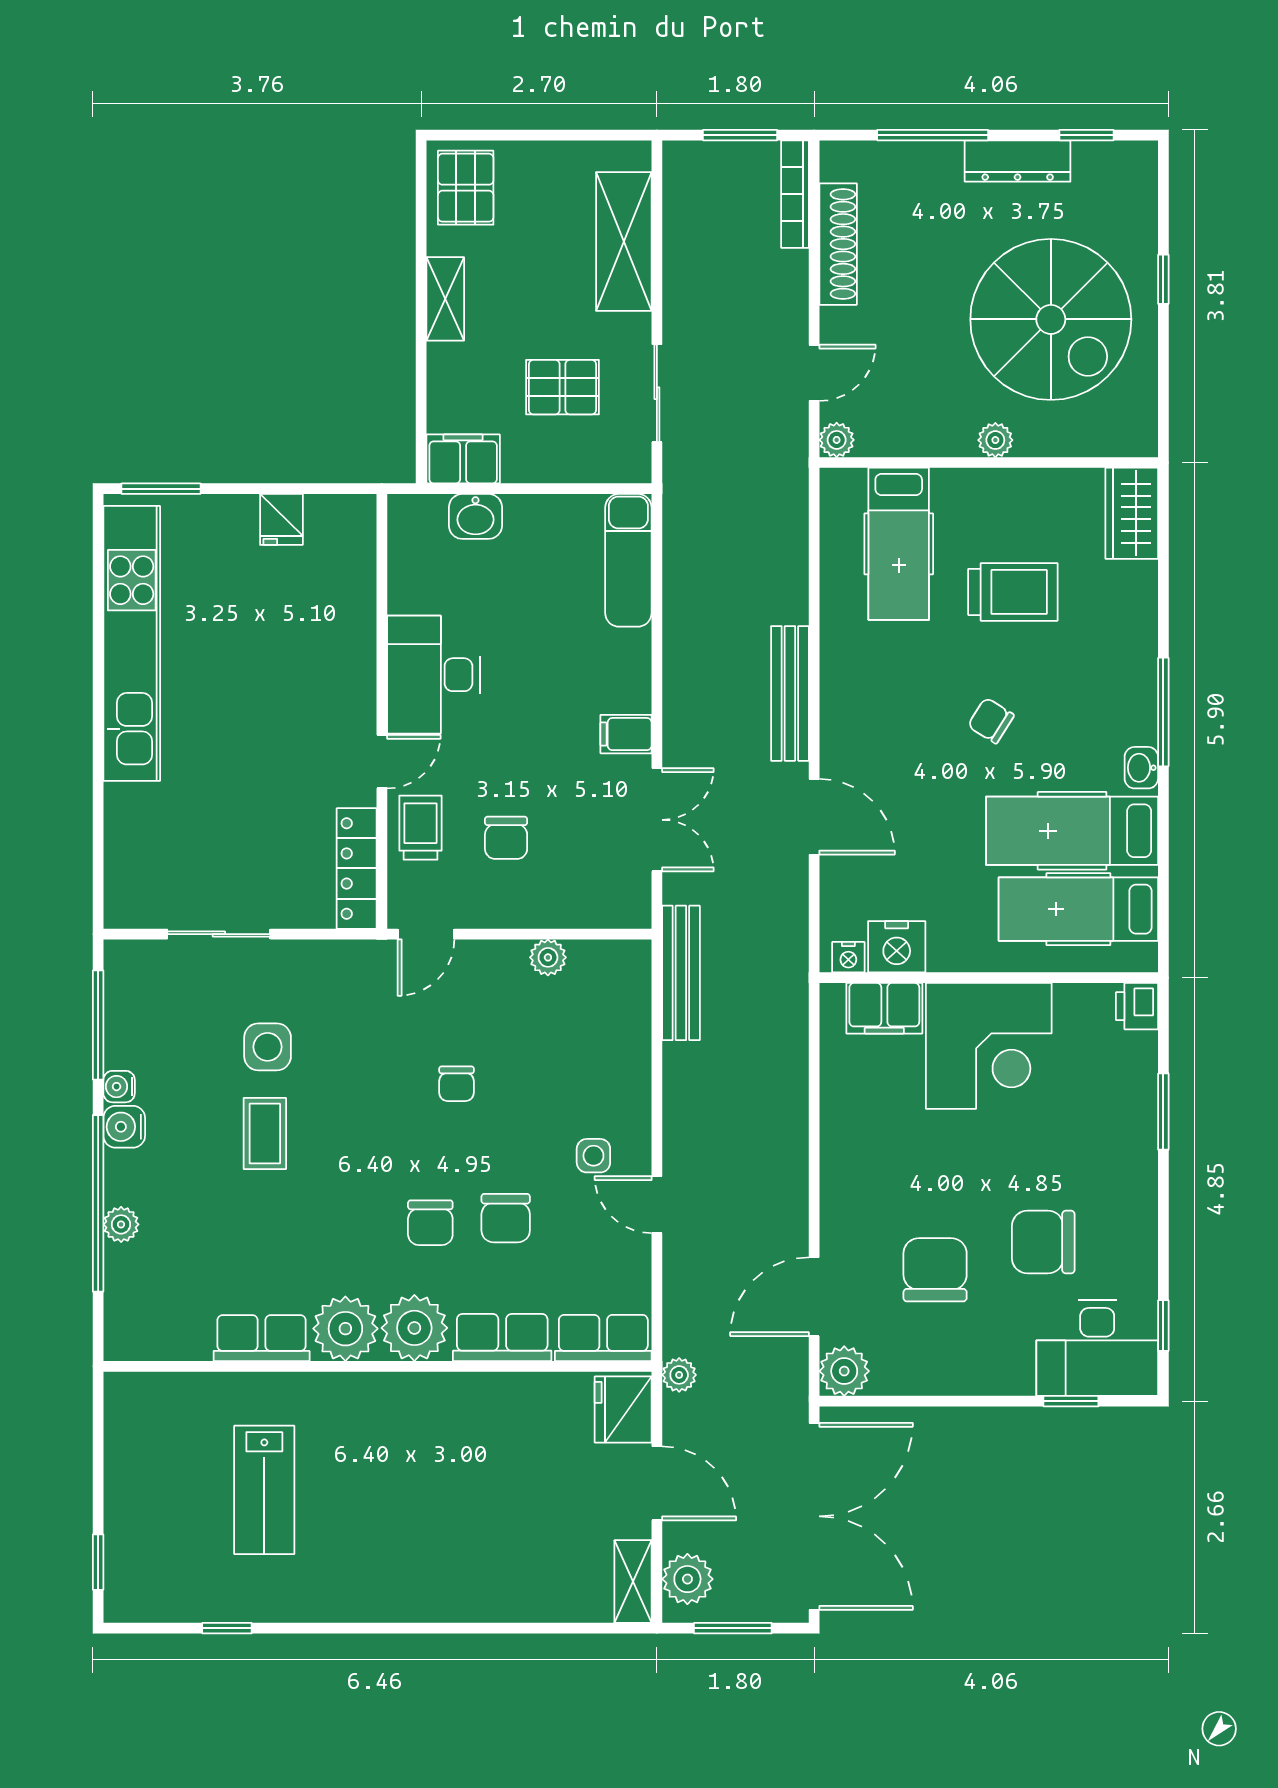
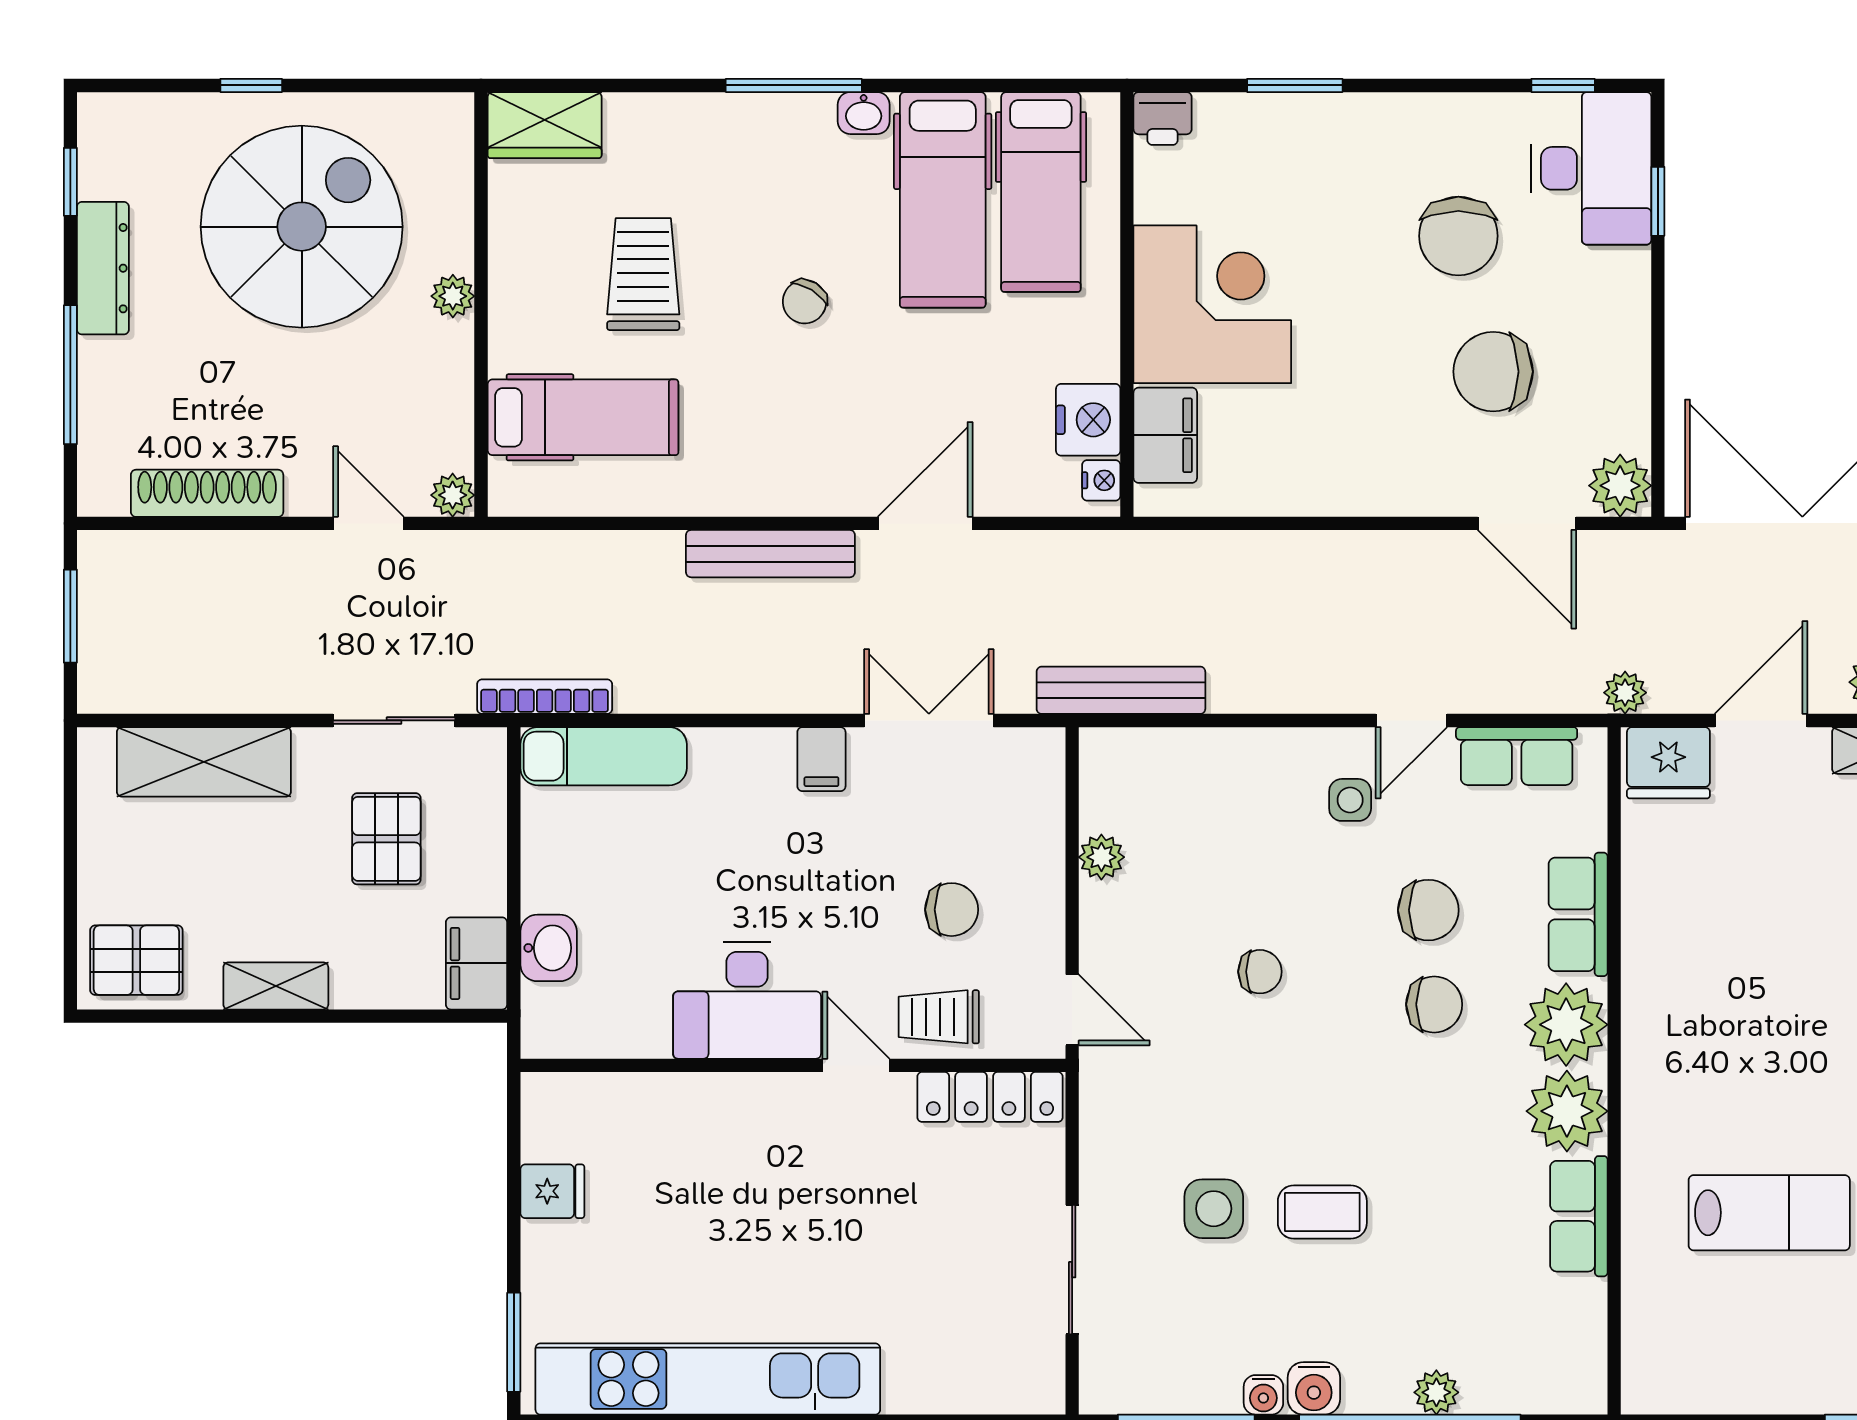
bookcase: (795, 194) -> (545, 697), moved, turned 180
row of seats: (603, 1338) -> (1517, 756), moved, turned -90

